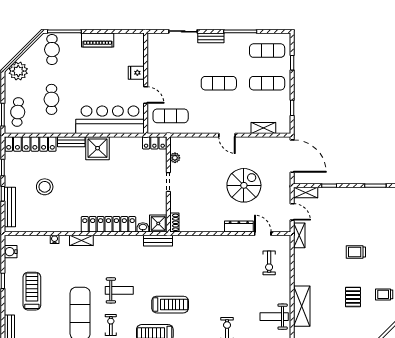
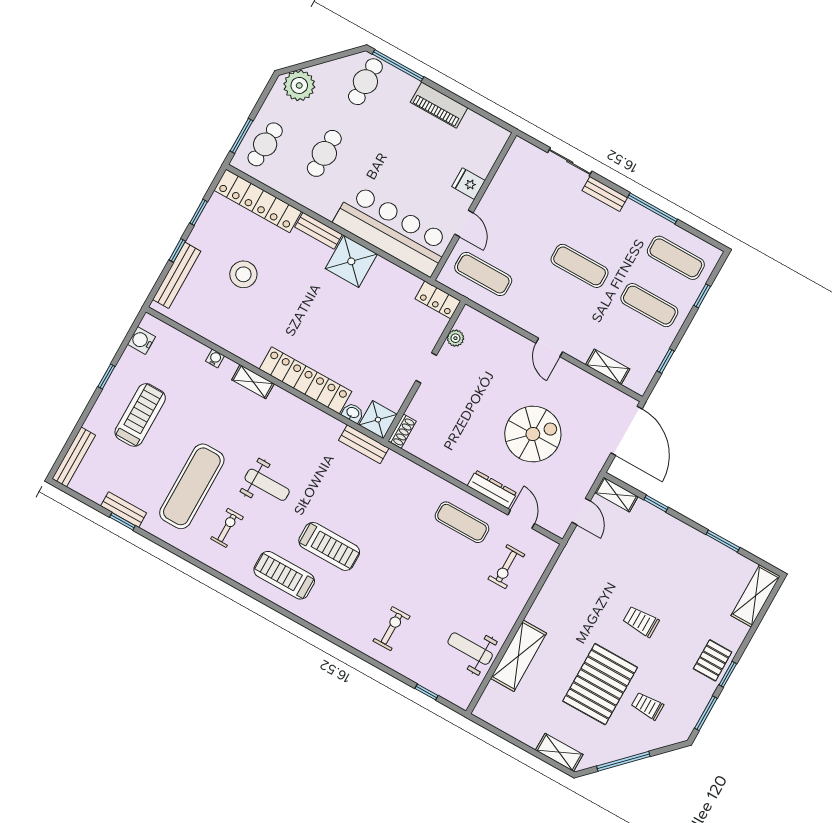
shelving: (299, 235) -> (572, 551), removed
exercise mat: (233, 253) -> (462, 522), added
pallet: (353, 297) -> (600, 684), width x2.05, depth x2.00

